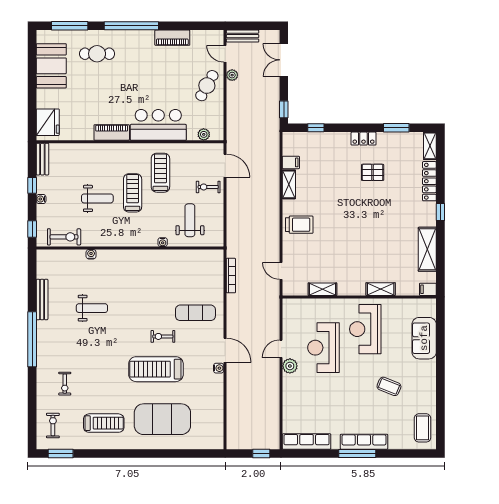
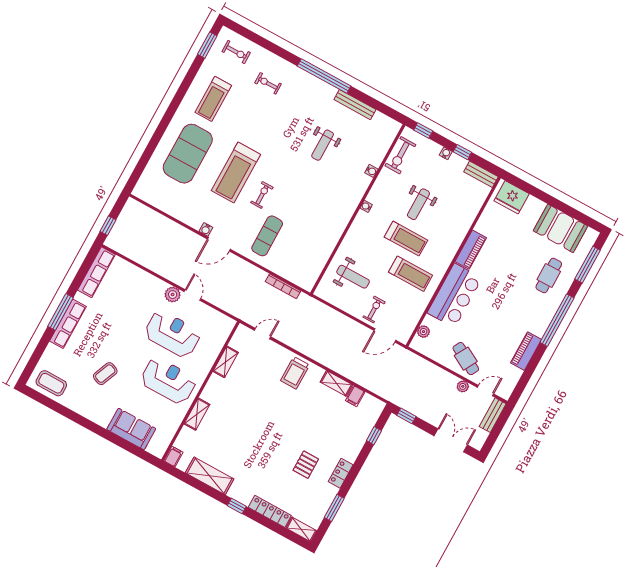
water cooler: (163, 242) -> (366, 206), moved
treadmill: (156, 369) -> (236, 173), turned 180

